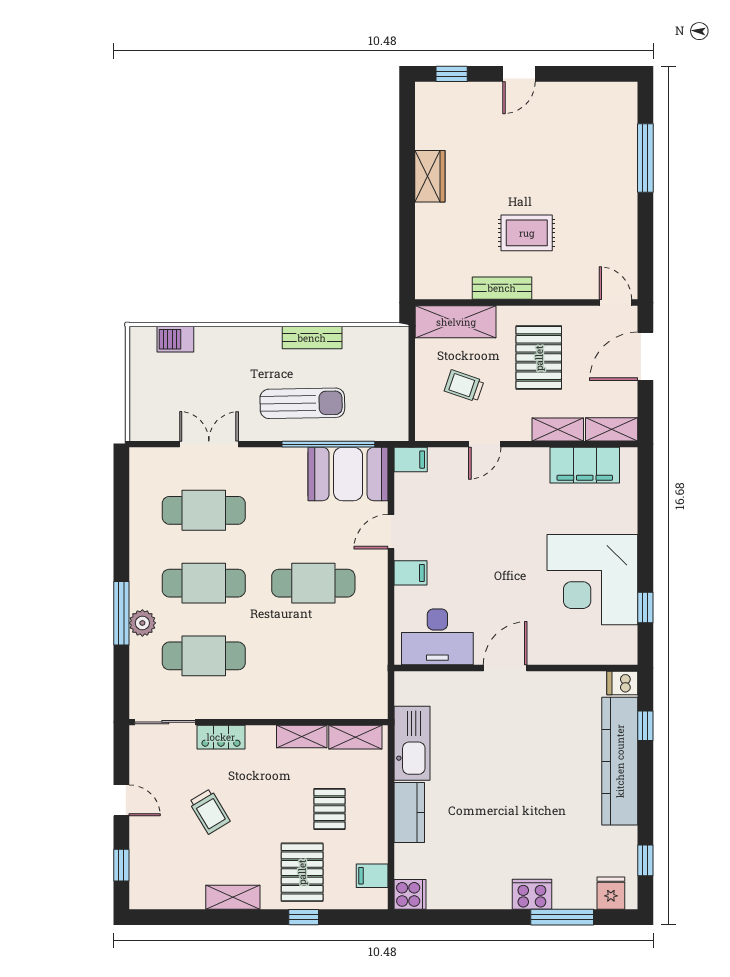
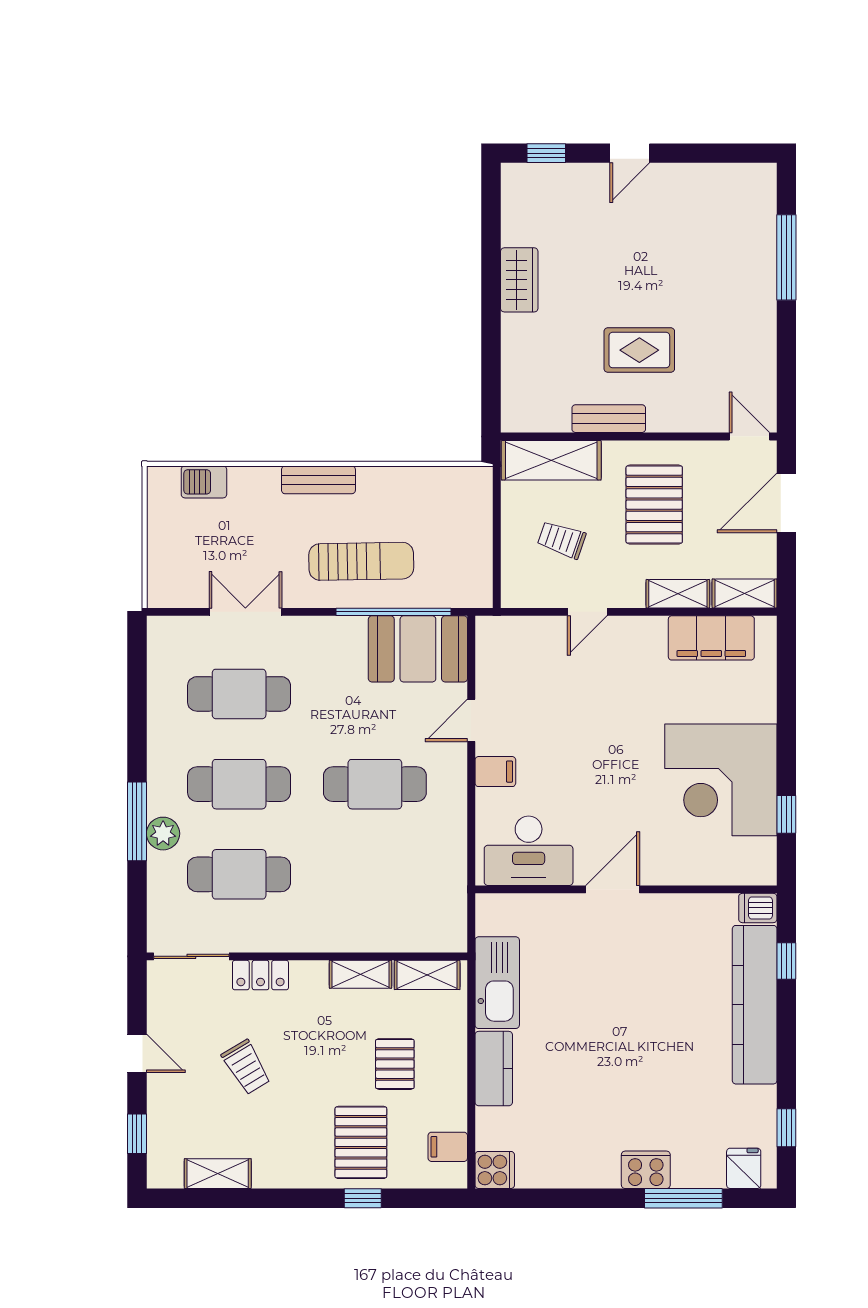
bench: (312, 338) -> (318, 480), moved
filing cabinet: (411, 460) -> (495, 631), removed
shelving: (233, 897) -> (218, 1174), moved

